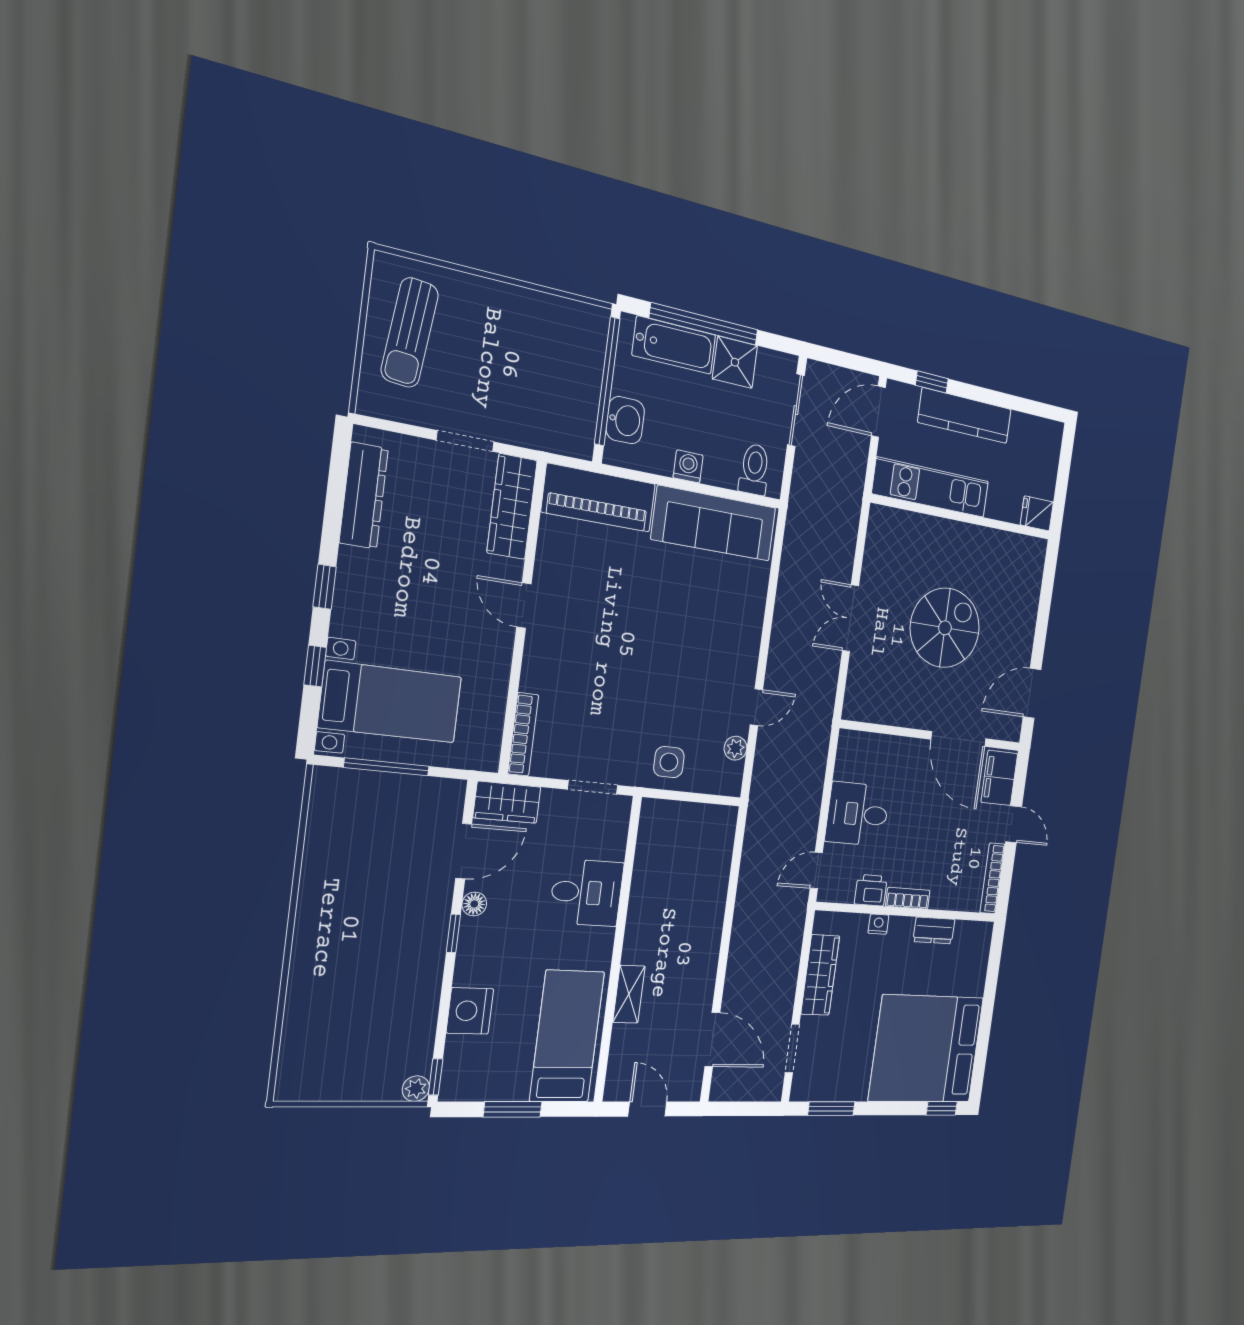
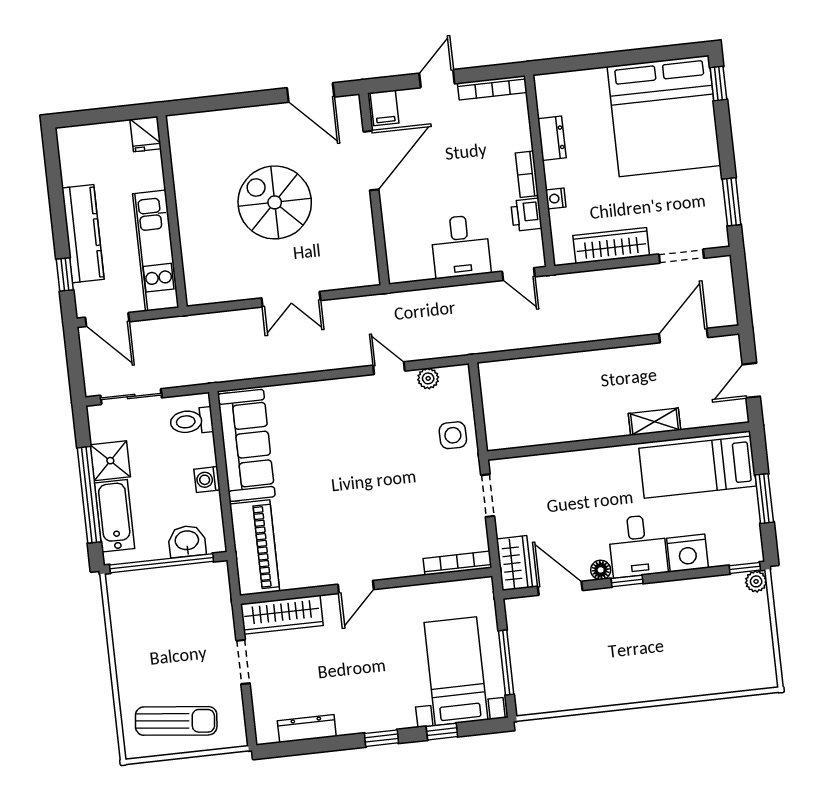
dresser: (364, 496) -> (307, 729), width x0.73, depth x0.80
filing cabinet: (999, 778) -> (385, 108), width x0.50
desk: (587, 893) -> (638, 546), moved, turned 180

